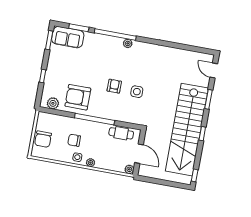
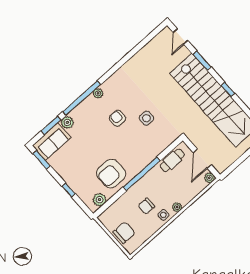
plant: (90, 38) -> (67, 122), added
door: (214, 71) -> (180, 36), hinge flipped
armchair: (114, 86) -> (117, 118), moved
chair: (43, 139) -> (124, 233), turned -90
door: (139, 154) -> (202, 159), swing flipped

